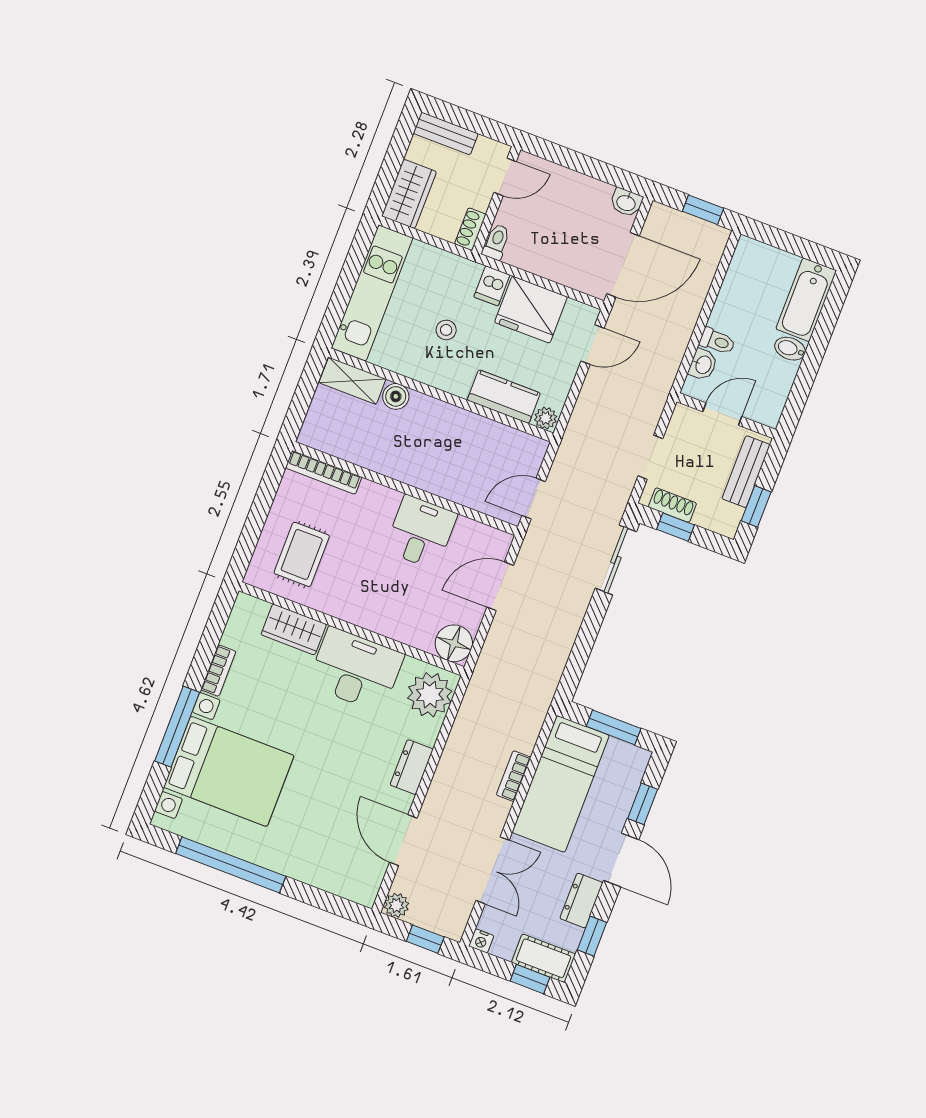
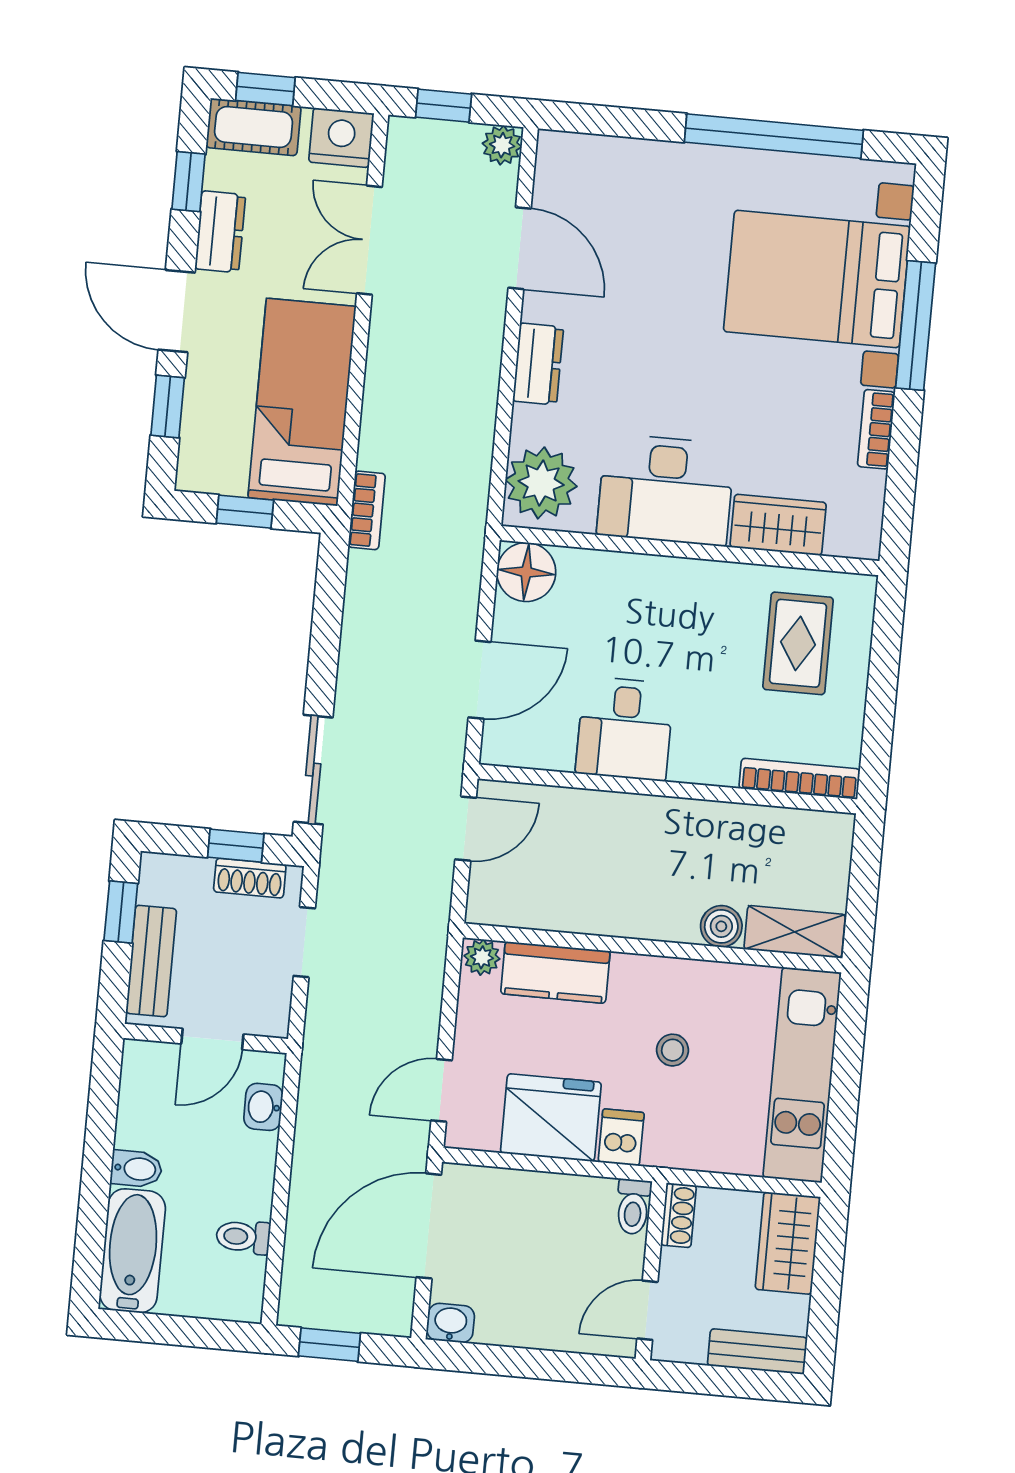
toilet: (717, 341) -> (243, 1237), moved
window: (614, 727) -> (245, 512), width x0.67
bookcase: (514, 776) -> (367, 510), moved
nightstand: (481, 941) -> (341, 138), width x1.89, depth x1.79

